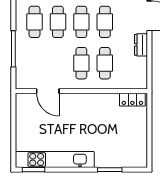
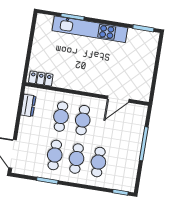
cafe table: (34, 22) -> (120, 166), removed
dresser: (141, 45) -> (28, 105), moved
door: (48, 91) -> (118, 99), swing flipped
kitchen unit: (55, 160) -> (90, 29), moved

